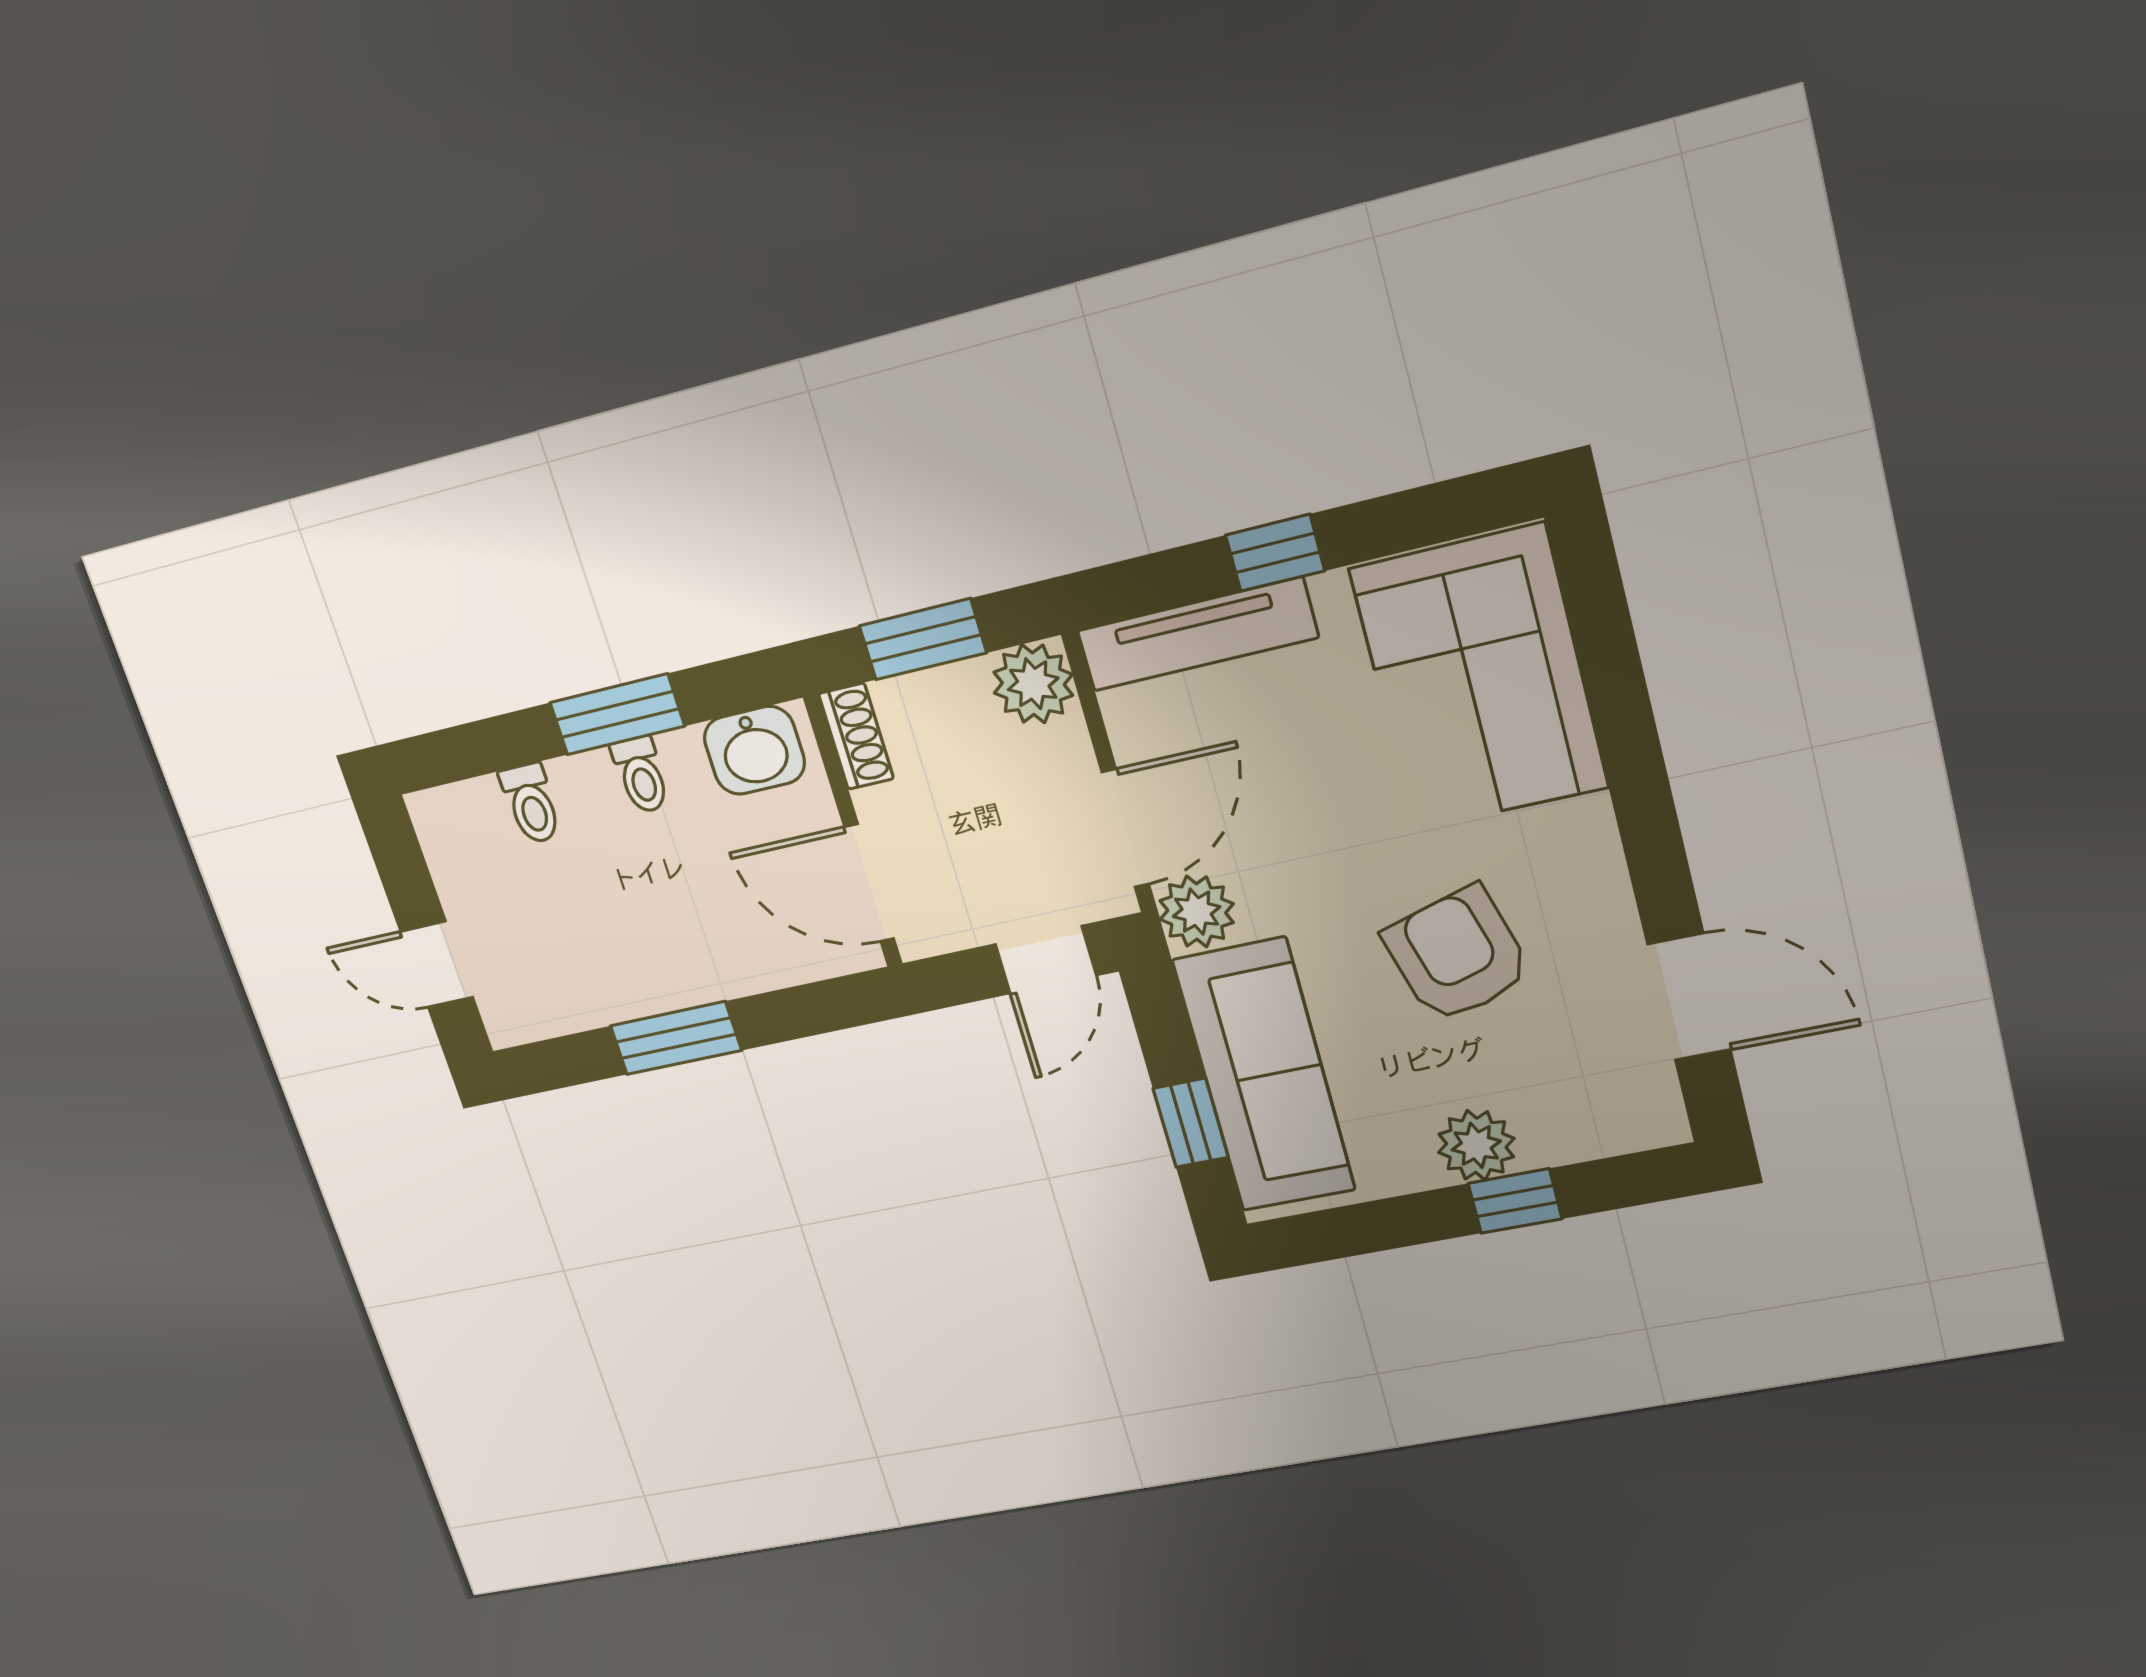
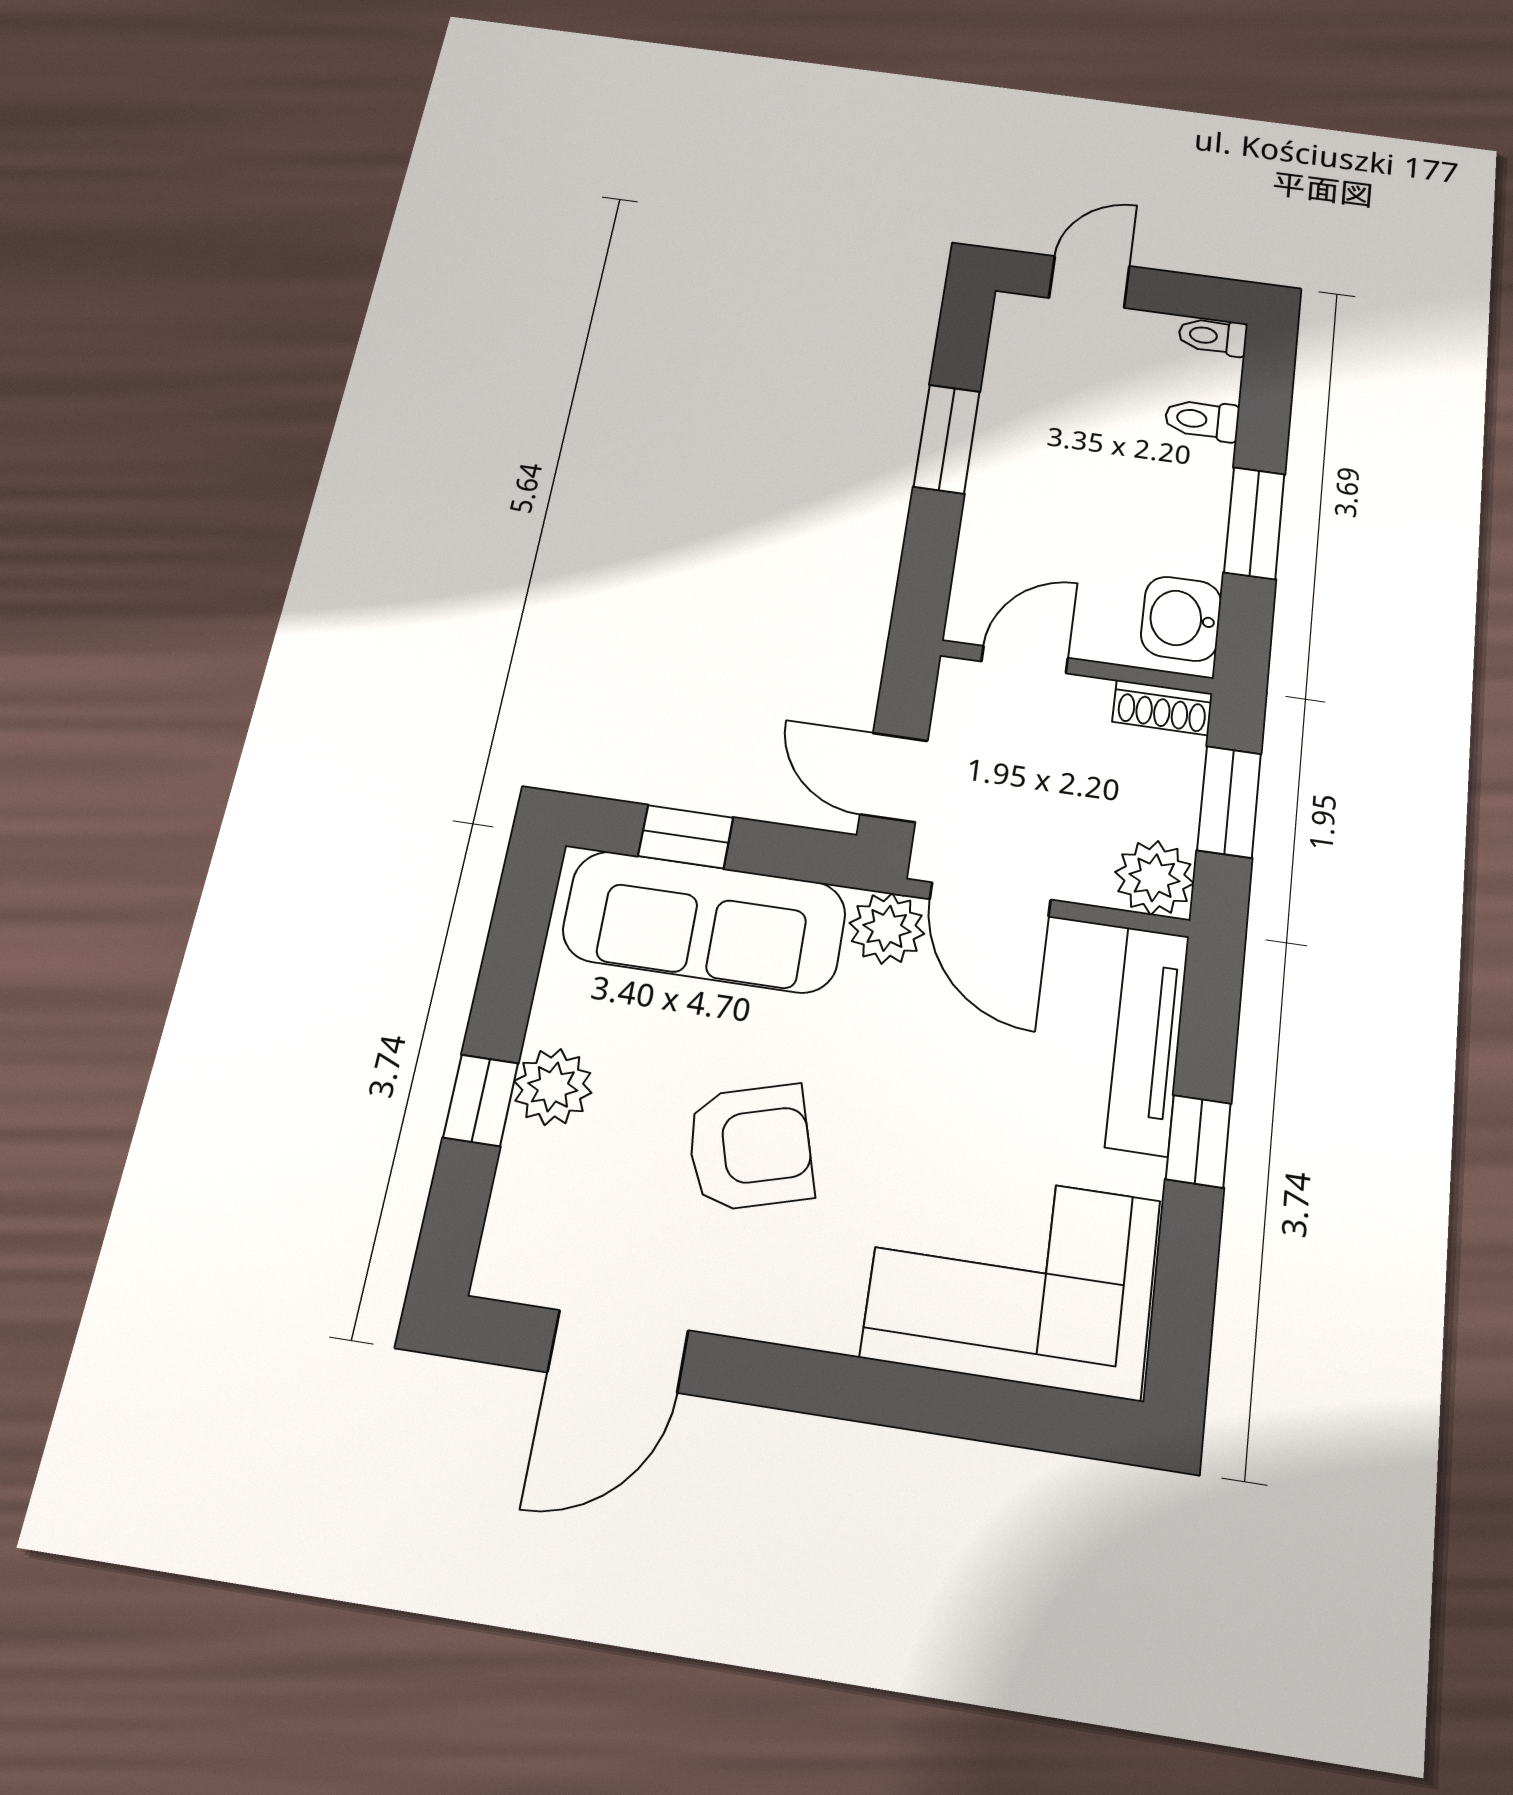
toilet: (641, 775) -> (1213, 336), moved
door: (869, 883) -> (1025, 660), width x0.73

